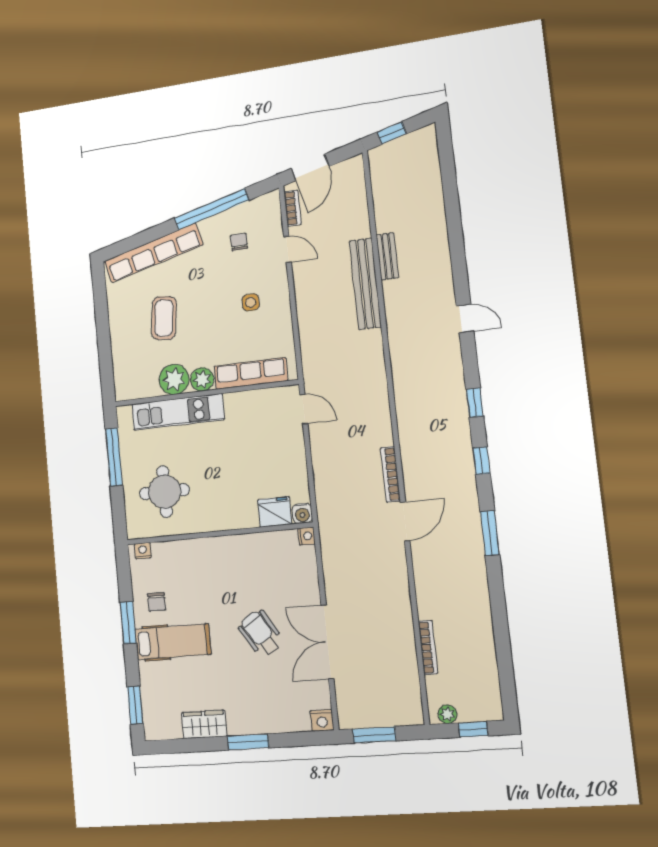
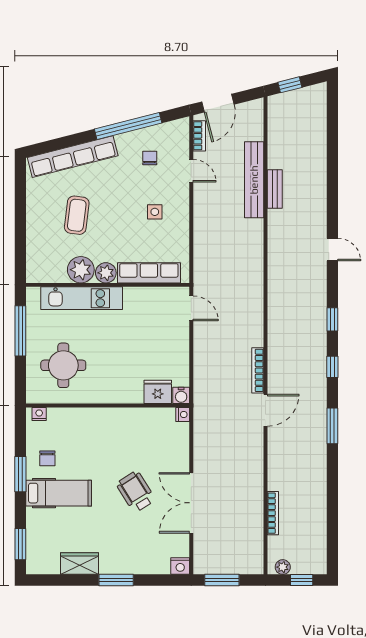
bench: (365, 284) -> (254, 180), moved

